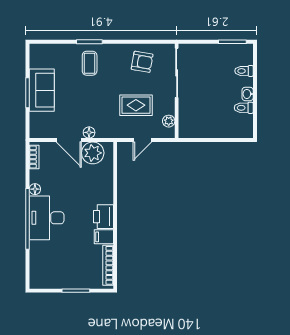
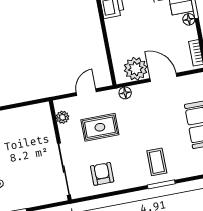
armchair: (142, 62) -> (102, 174), turned 80
floor lamp: (89, 132) -> (125, 93), moved

